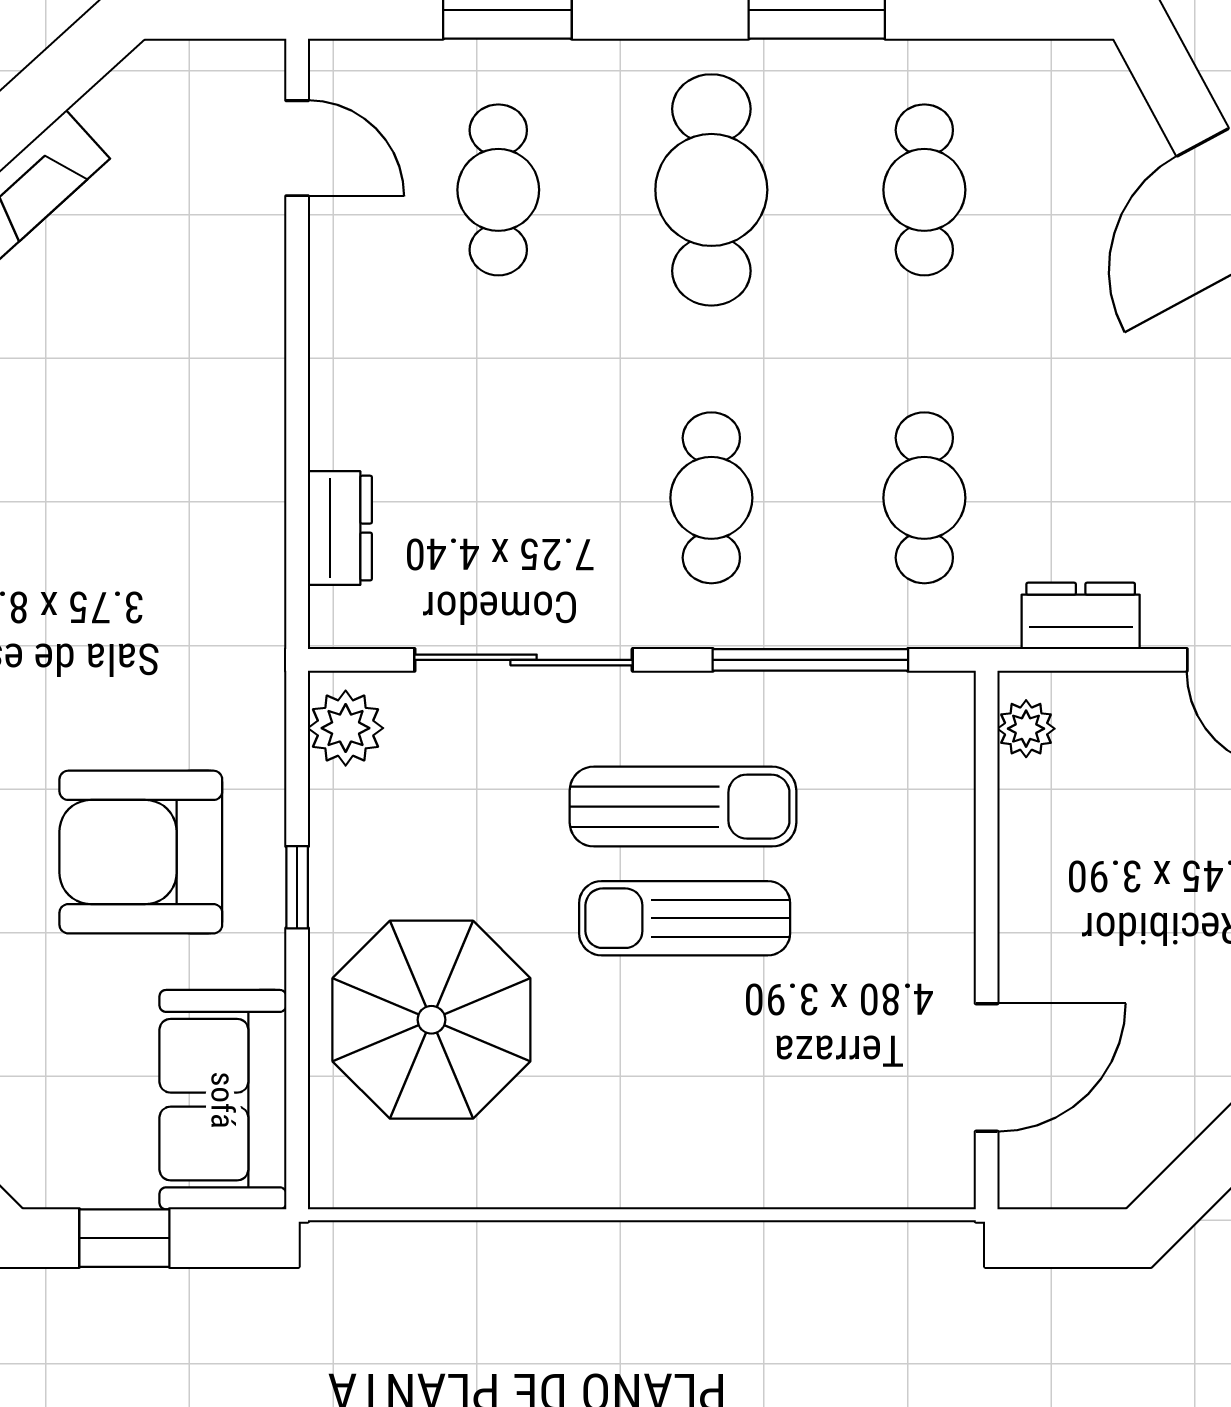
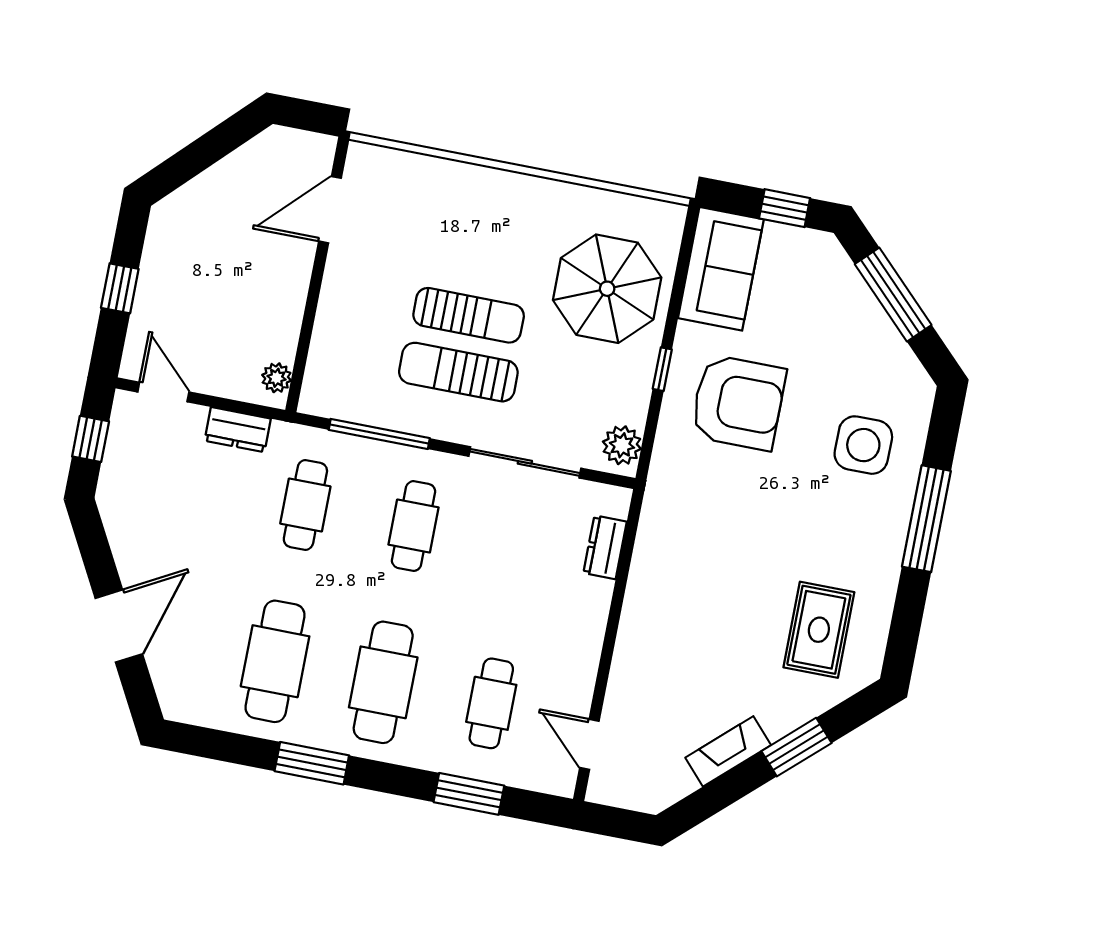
cafe table: (924, 190) -> (275, 661), width x1.37, depth x1.35

